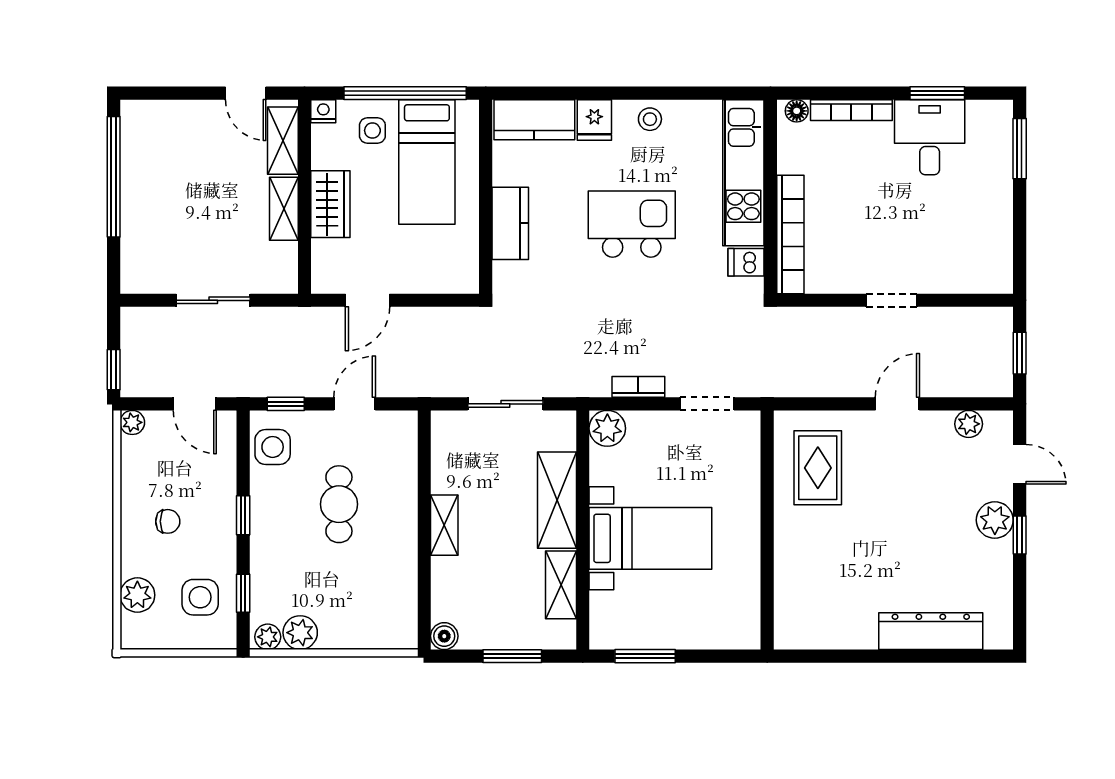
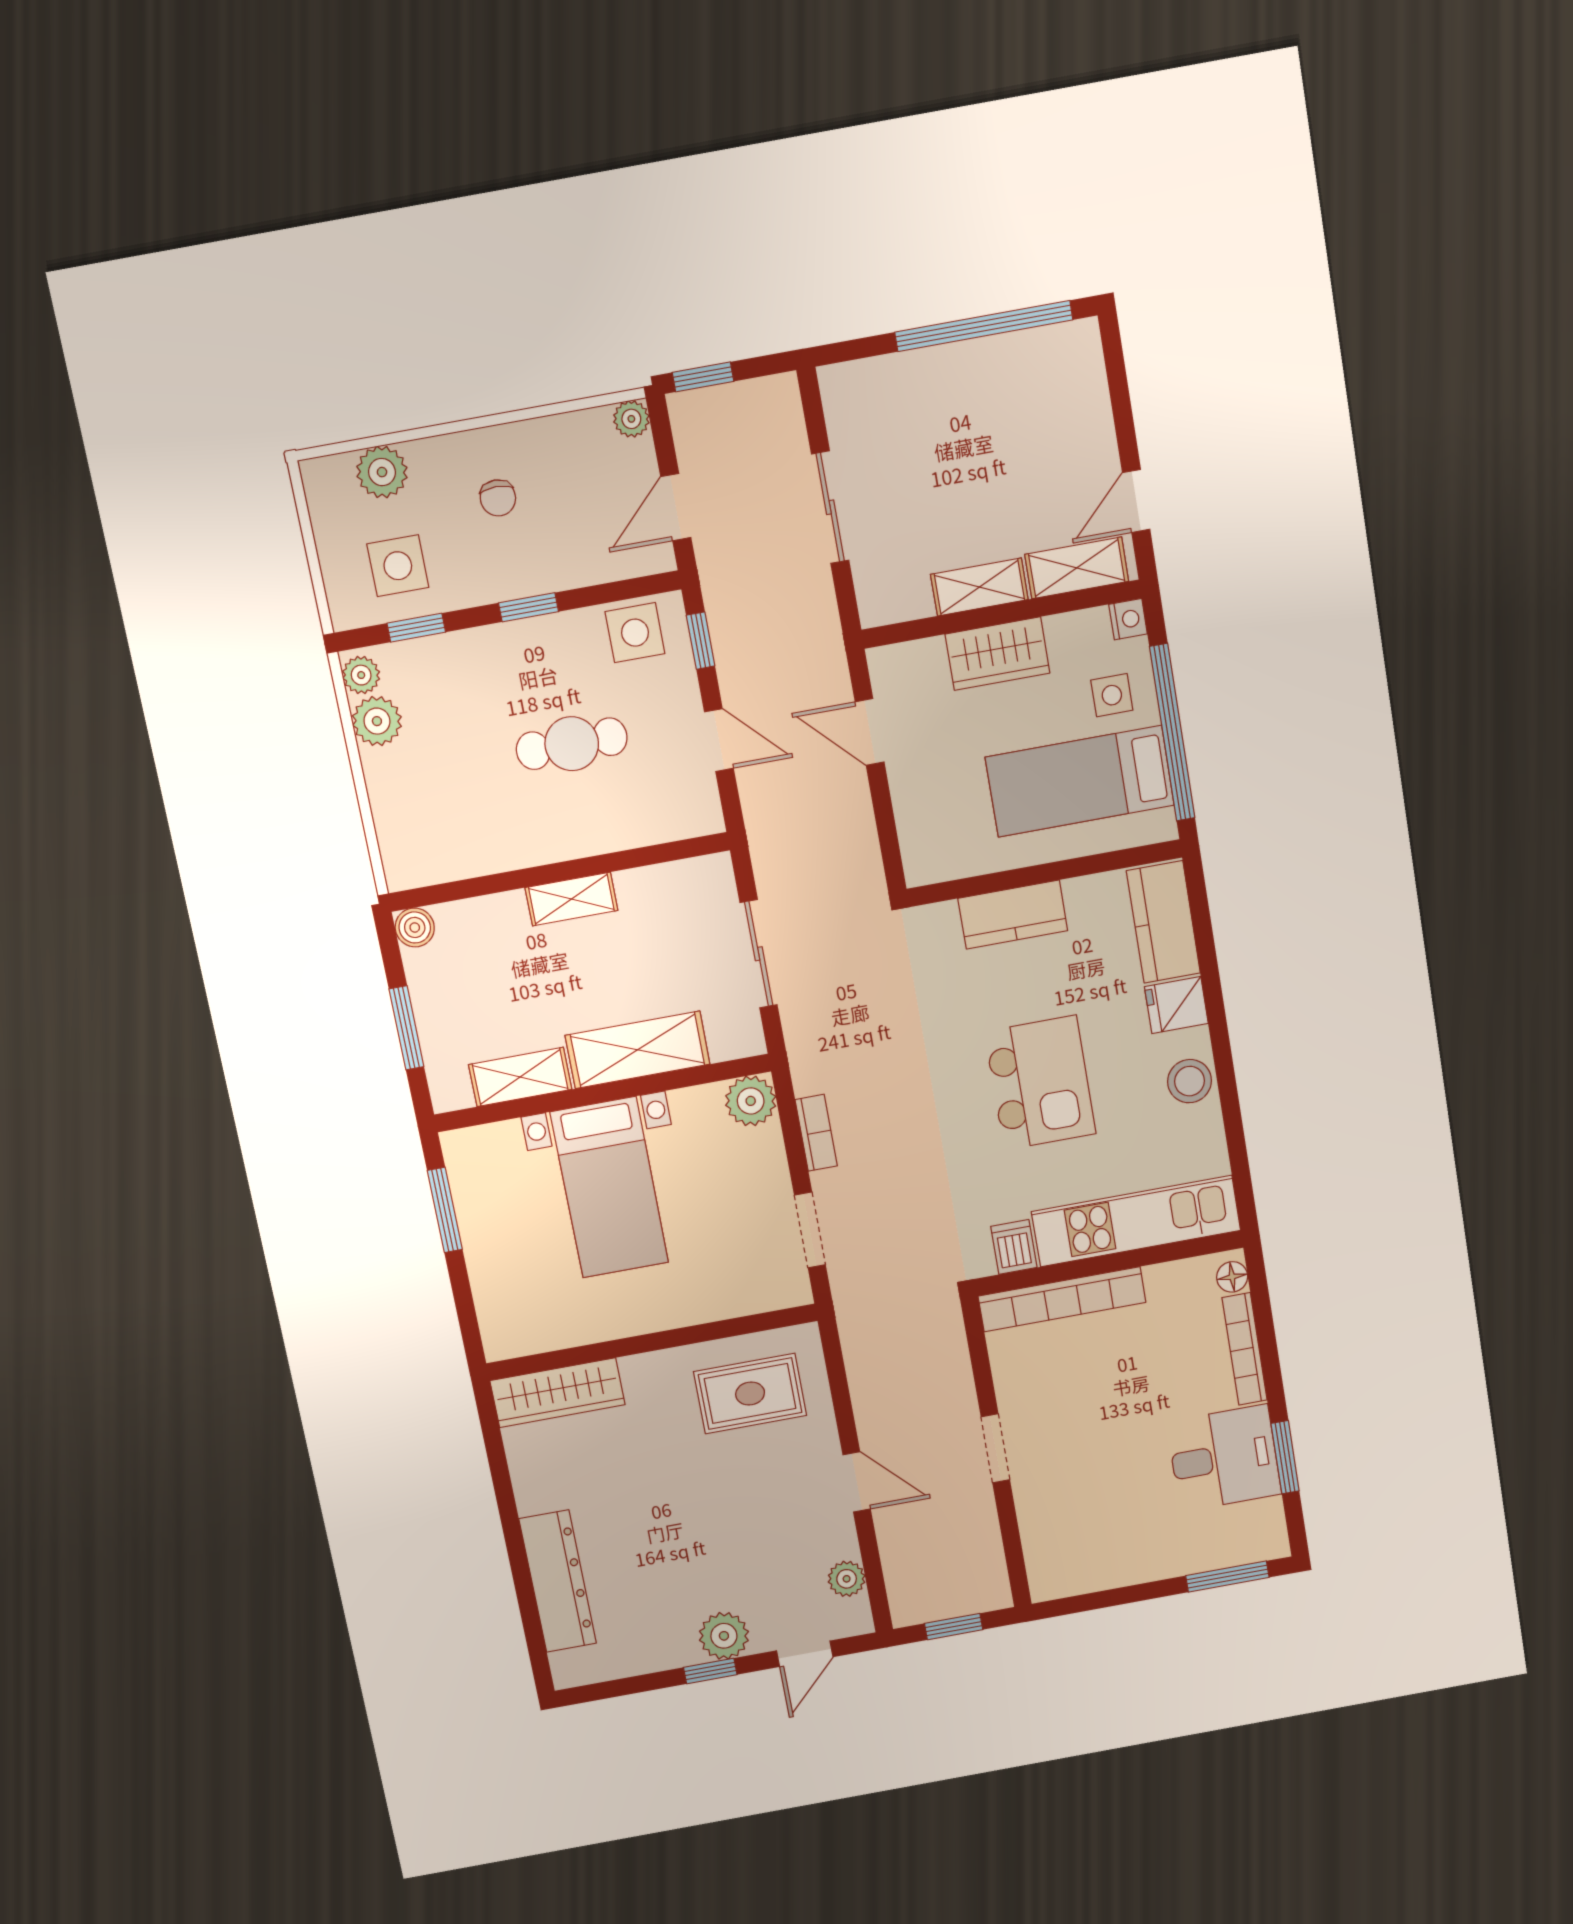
stool: (650, 119) -> (1190, 1081), width x1.37, depth x1.37
wardrobe: (791, 604) -> (558, 1393), added

